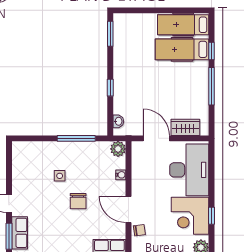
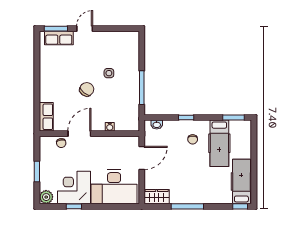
hospital bed: (182, 49) -> (219, 143), moved, turned 180
window: (211, 51) -> (240, 206), moved
chair: (135, 80) -> (193, 139), added
wardrobe: (185, 127) -> (157, 197), moved, turned -90
plant: (118, 149) -> (133, 124), removed
chair: (78, 201) -> (87, 89), turned 127

